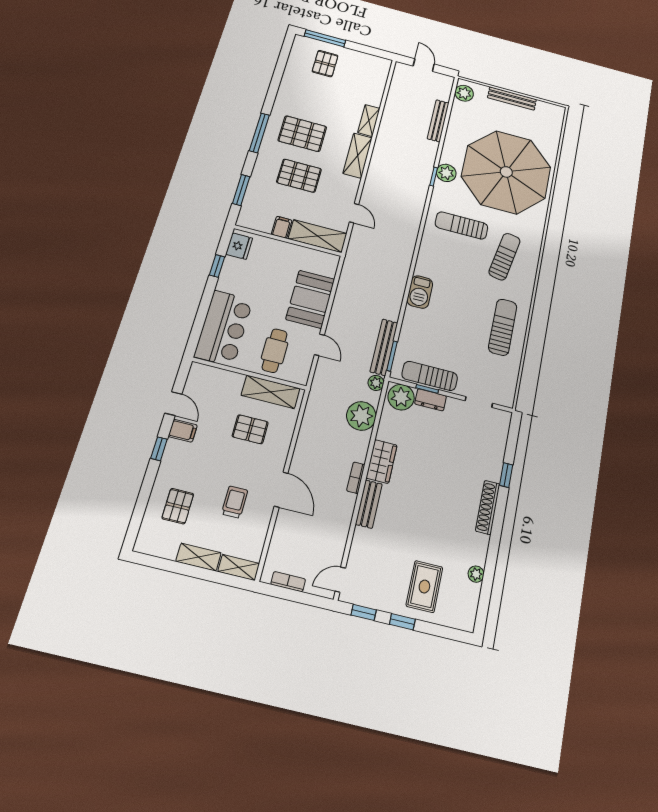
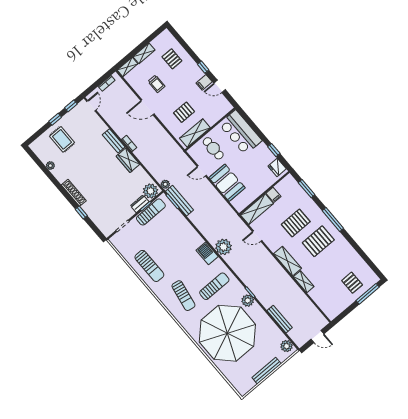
barbecue: (420, 292) -> (207, 253), moved
plant: (361, 416) -> (224, 247), moved

